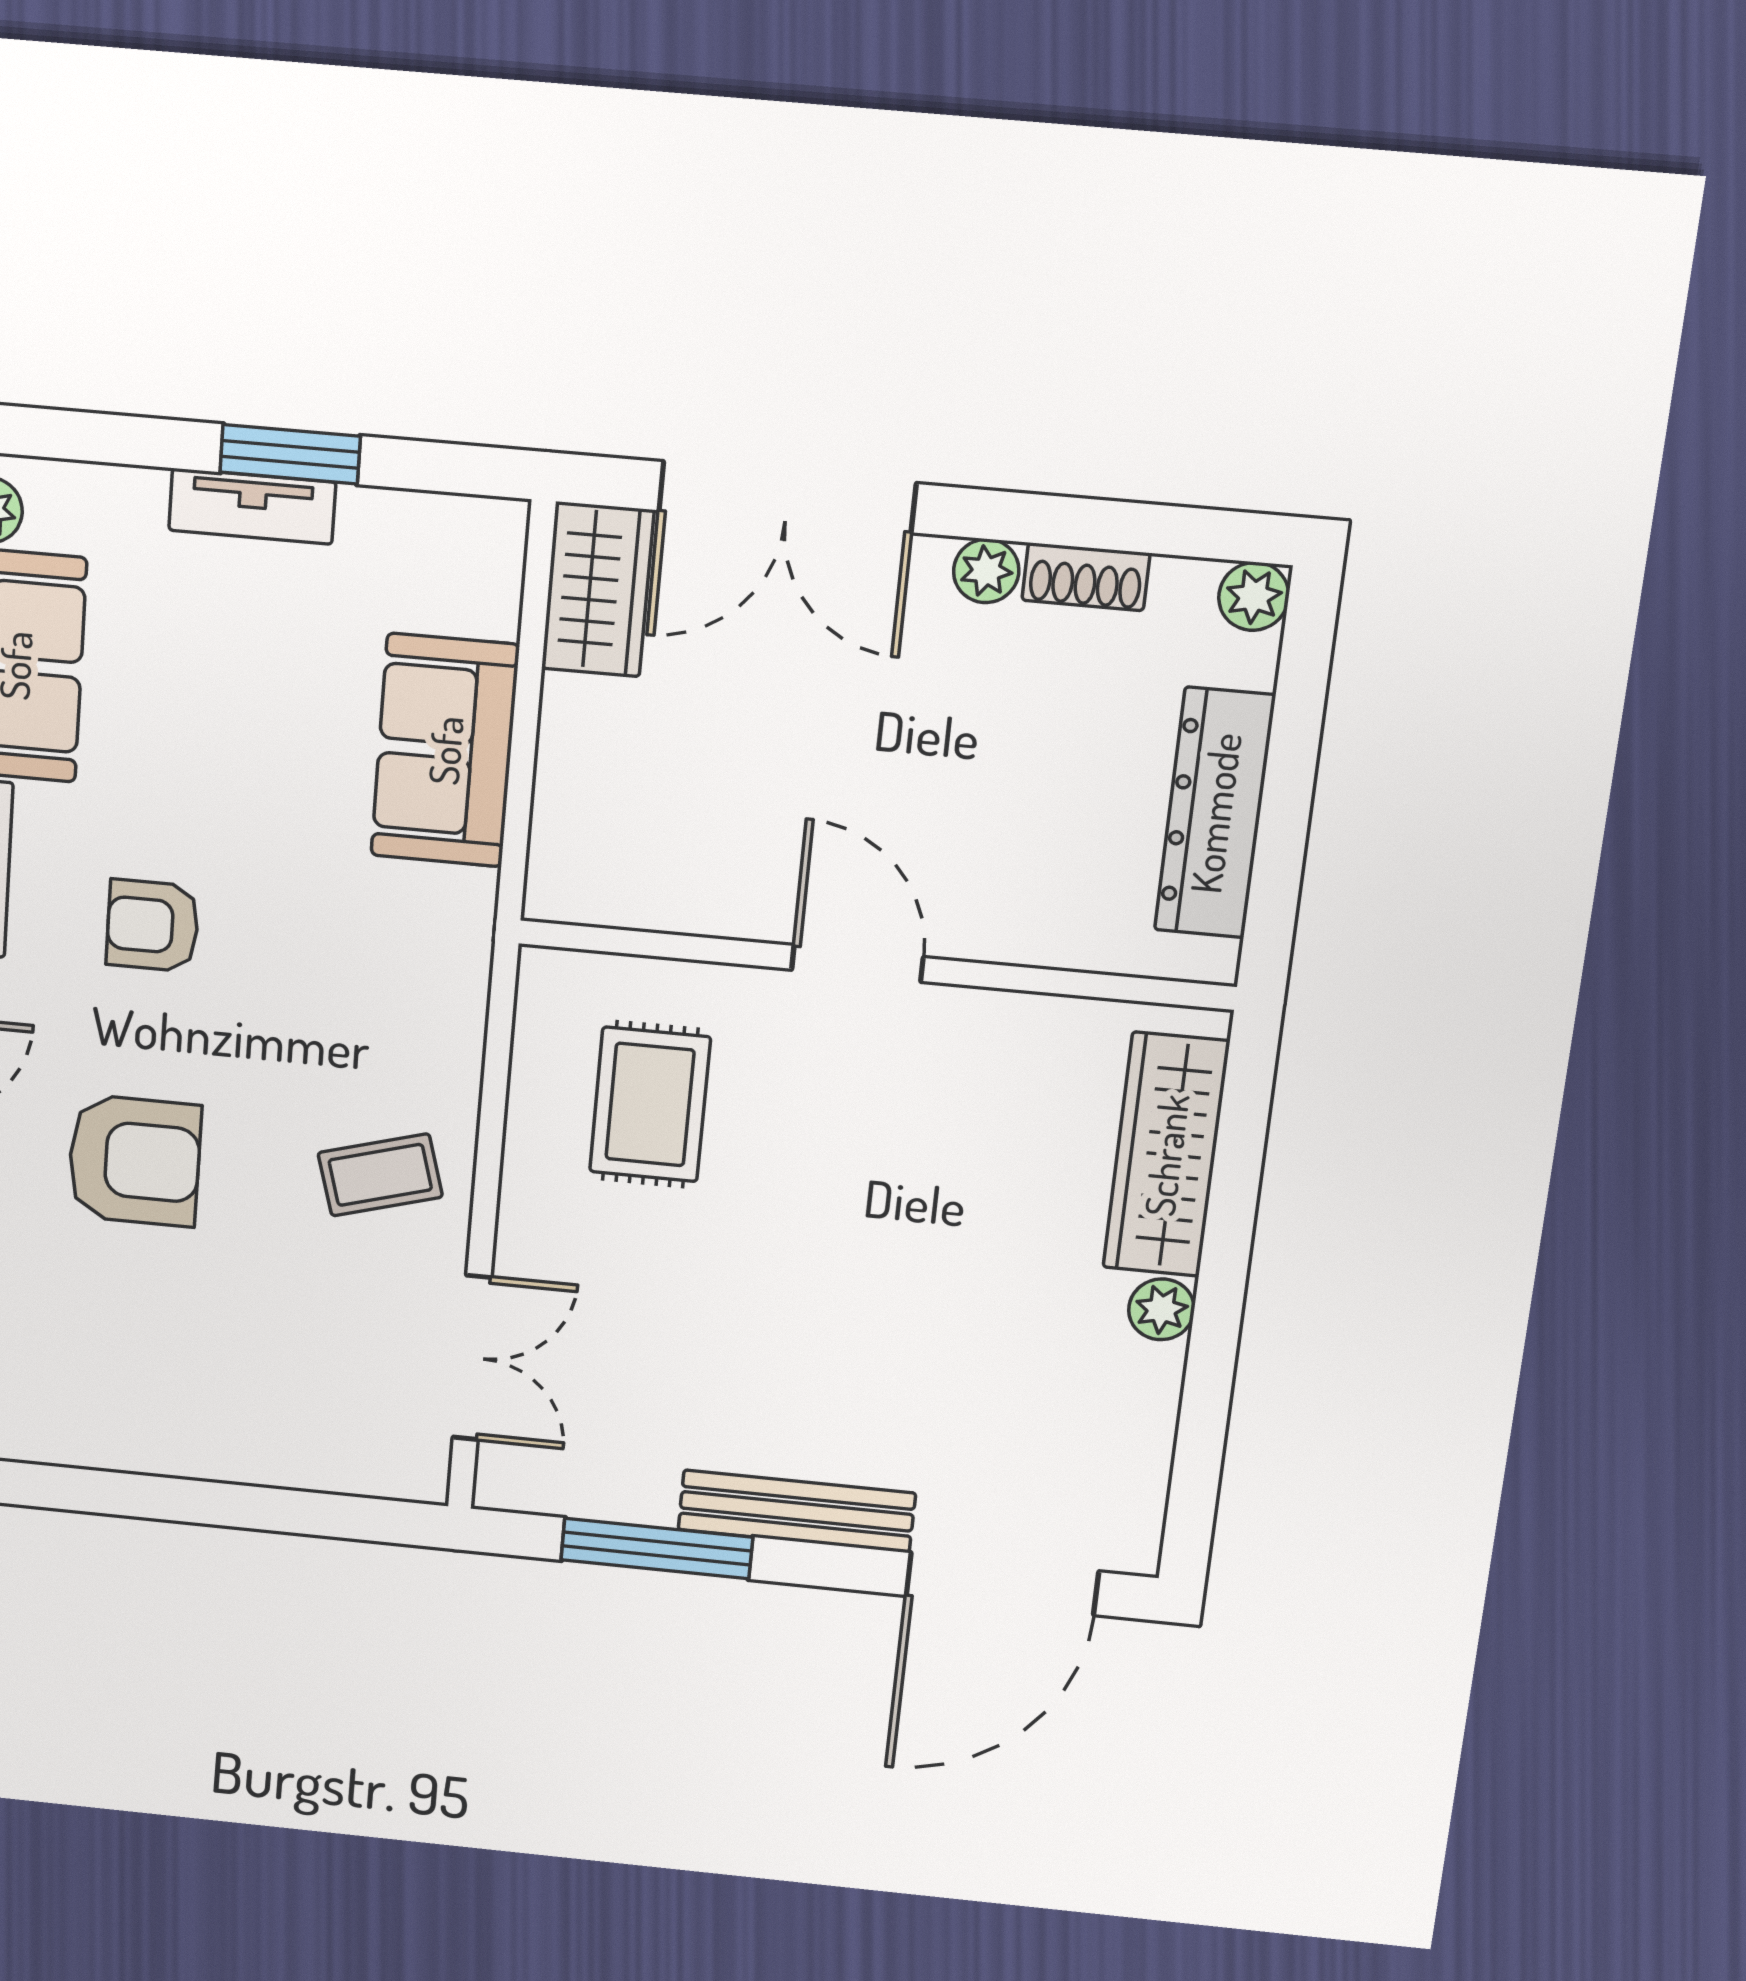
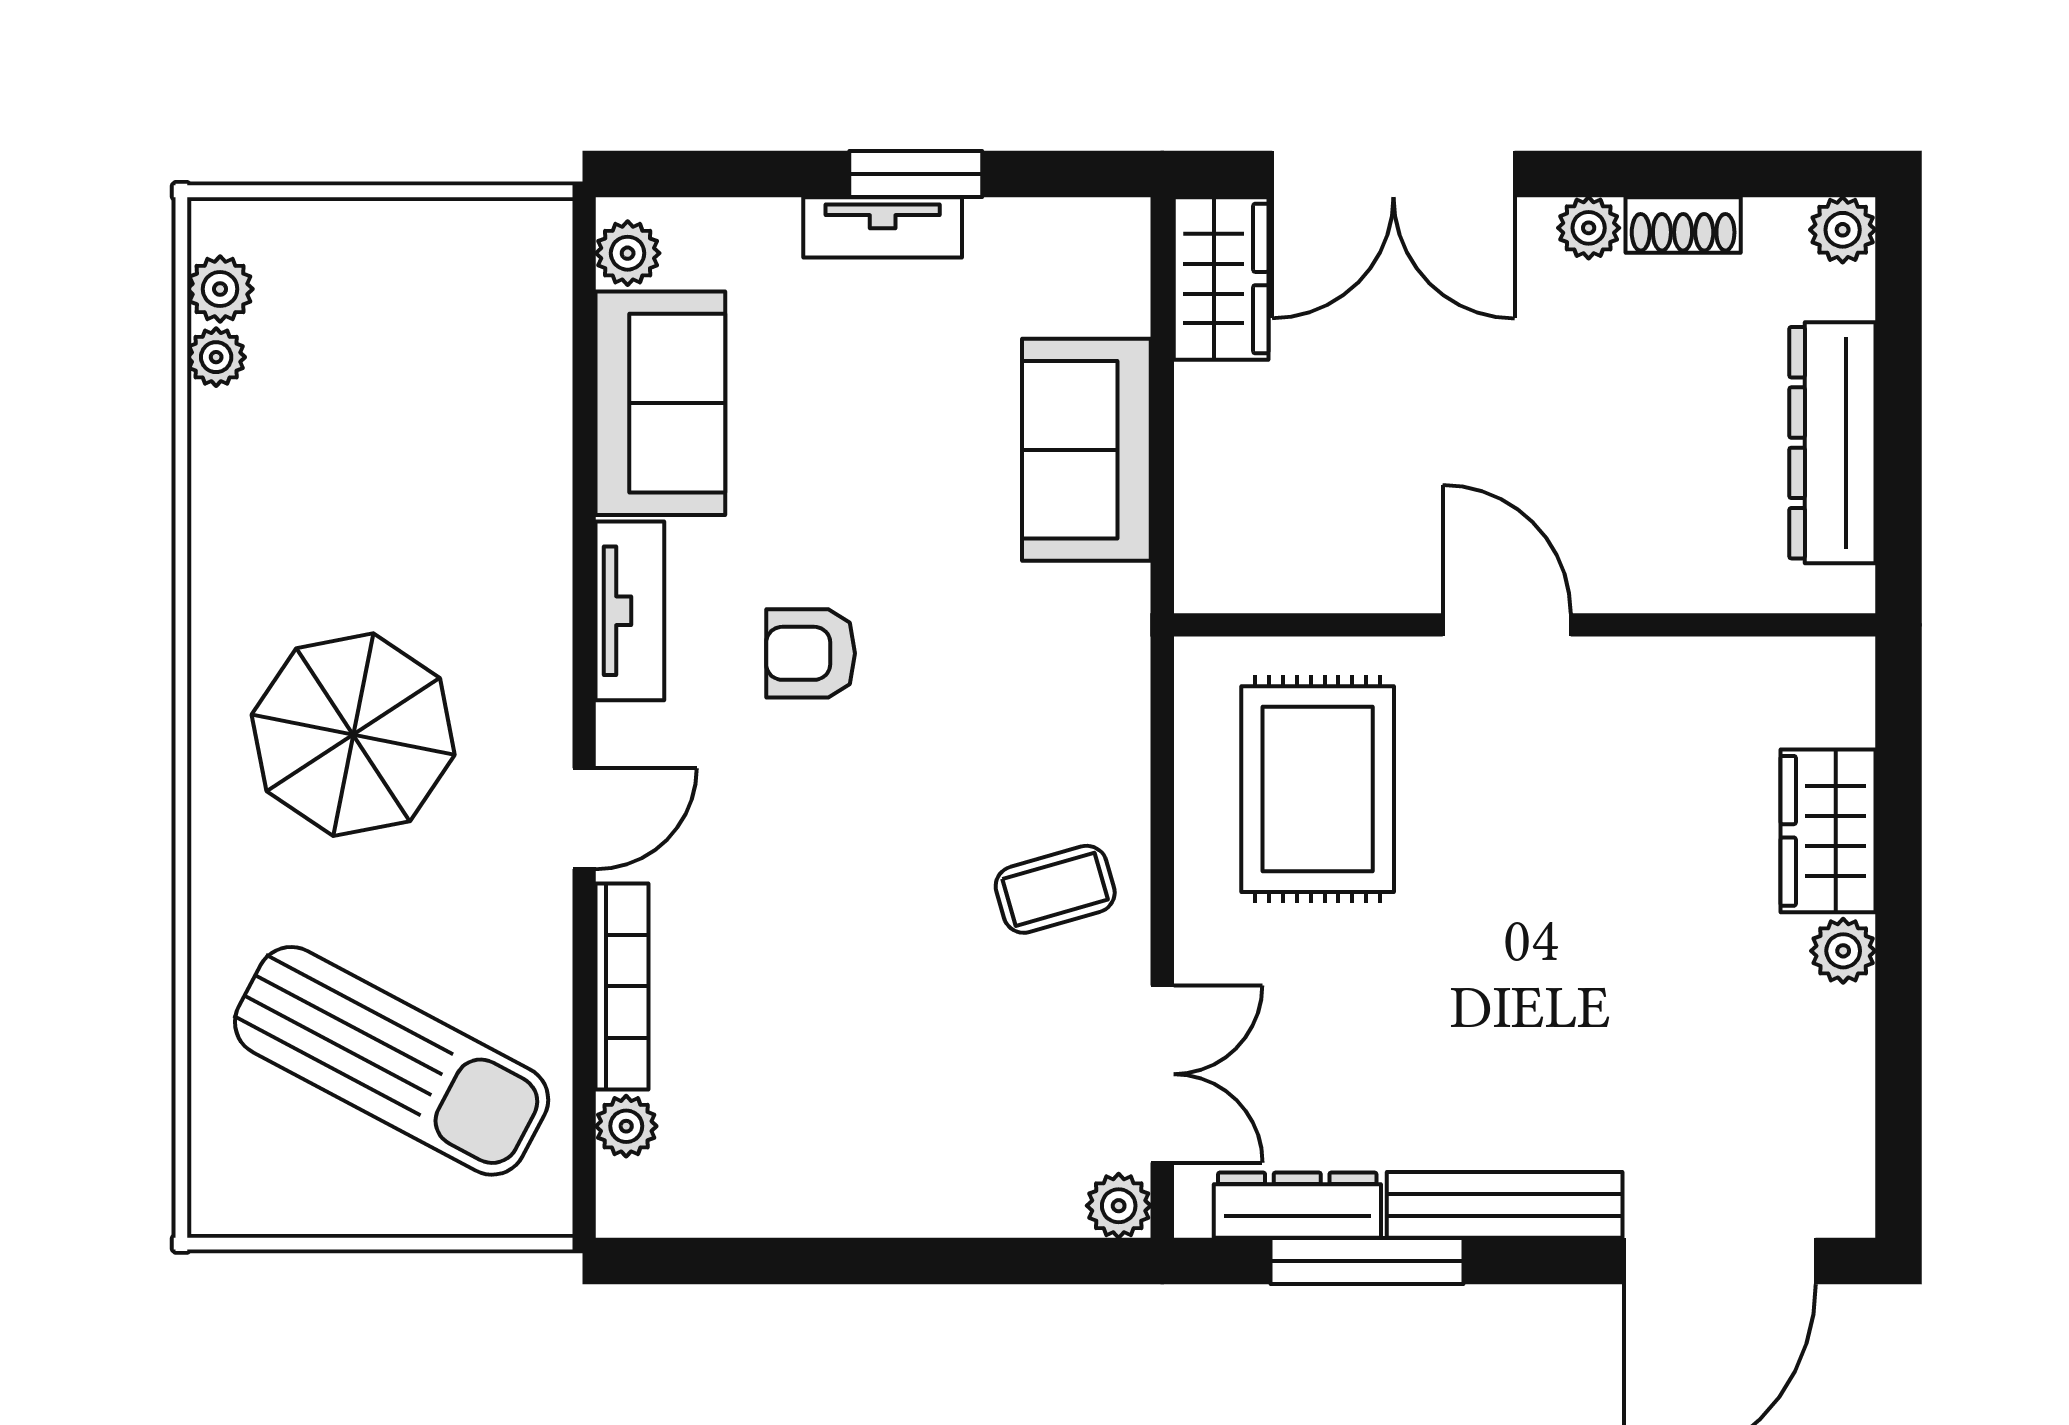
rug: (650, 1104) -> (1318, 789), width x1.36, depth x1.43
wardrobe: (1166, 1155) -> (1828, 831), width x0.67
armchair: (134, 1161) -> (806, 899), removed
plant: (419, 1474) -> (1119, 1206), added
dresser: (594, 1491) -> (1297, 1205), added

